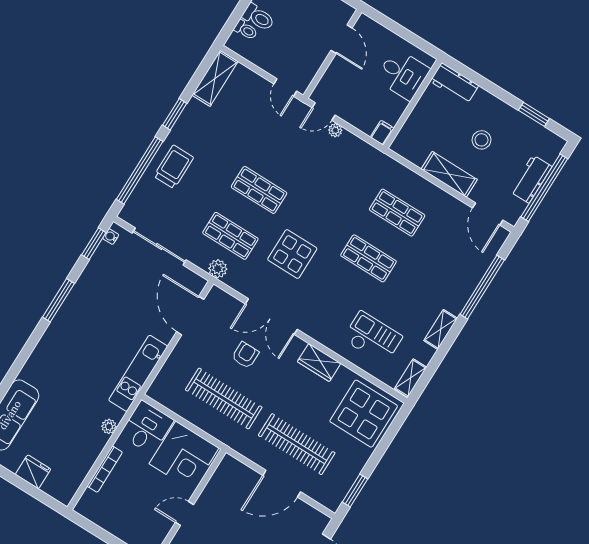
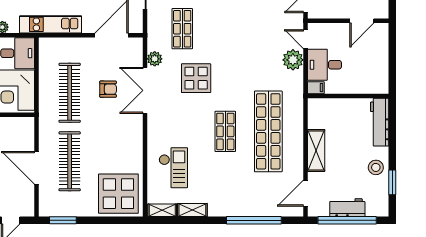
desk: (403, 74) -> (325, 65), moved, turned 90
workbench: (454, 83) -> (380, 122), width x1.38
plant: (335, 130) -> (293, 60), width x1.88, depth x1.88
stool: (481, 140) -> (376, 167), moved
shop shelf: (259, 190) -> (225, 29), removed
shop shelf: (397, 213) -> (268, 131), width x2.00, depth x1.36
plant: (218, 269) -> (155, 59), moved
shelving: (441, 329) -> (192, 210), moved
wardrobe: (319, 363) -> (134, 142), removed

